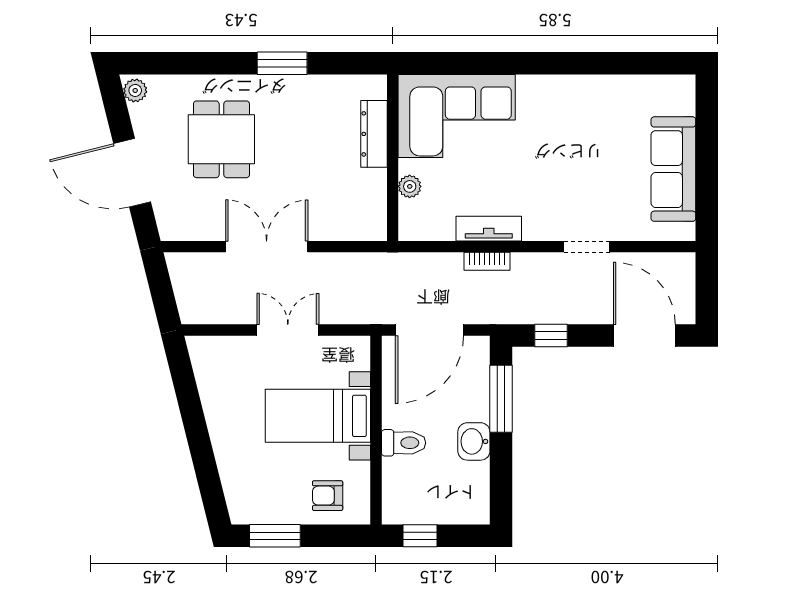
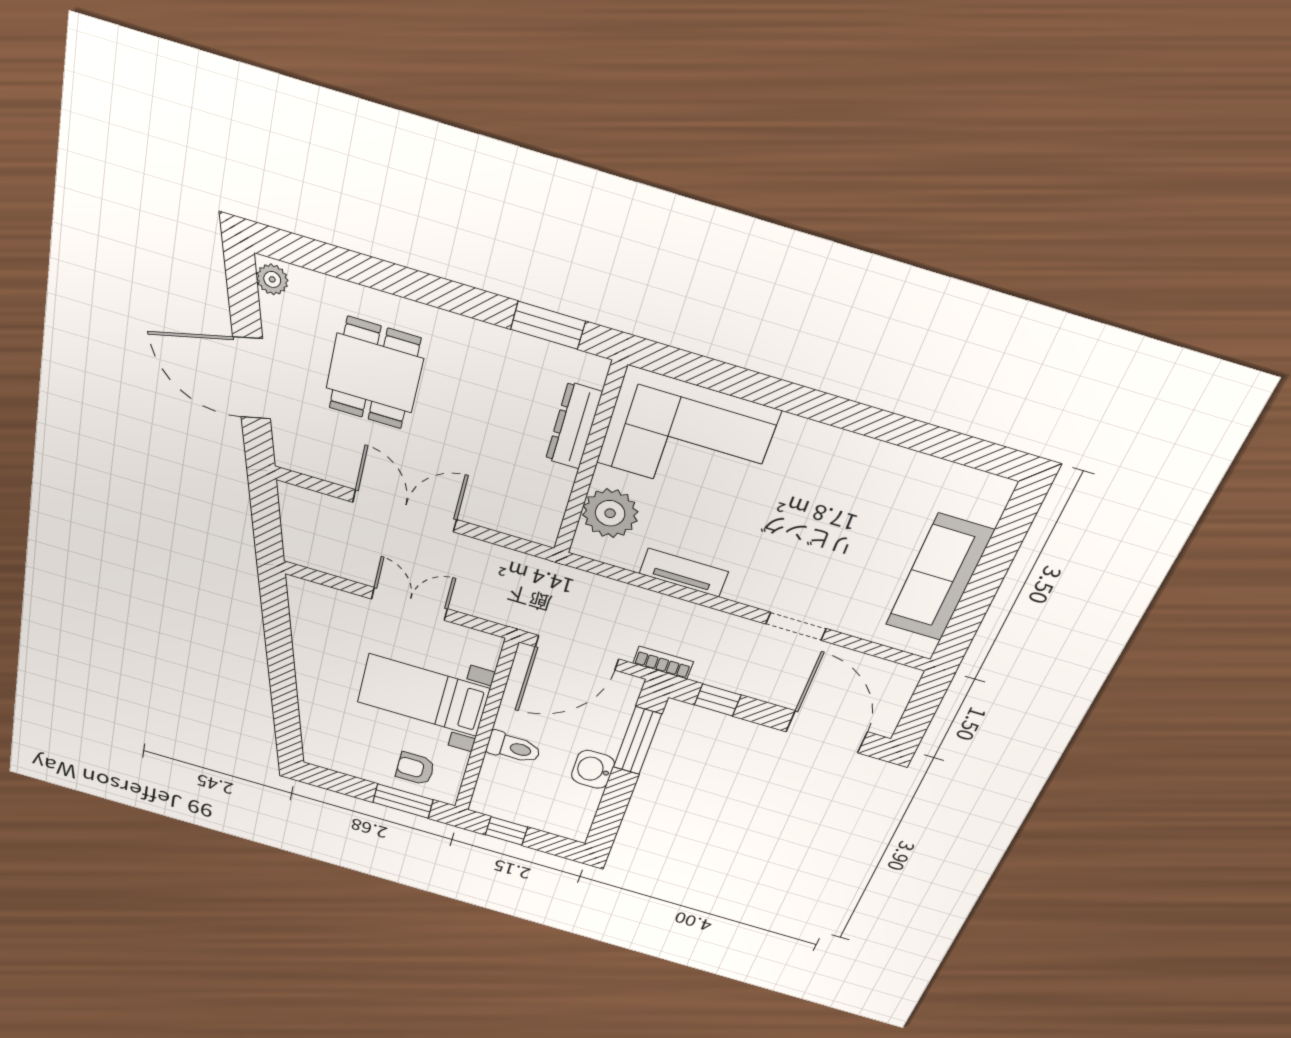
window: (282, 63) -> (548, 325), moved
plant: (410, 186) -> (610, 513), width x1.88, depth x1.88
bookcase: (487, 261) -> (663, 663), moved, turned 180
window: (275, 536) -> (403, 801), moved

